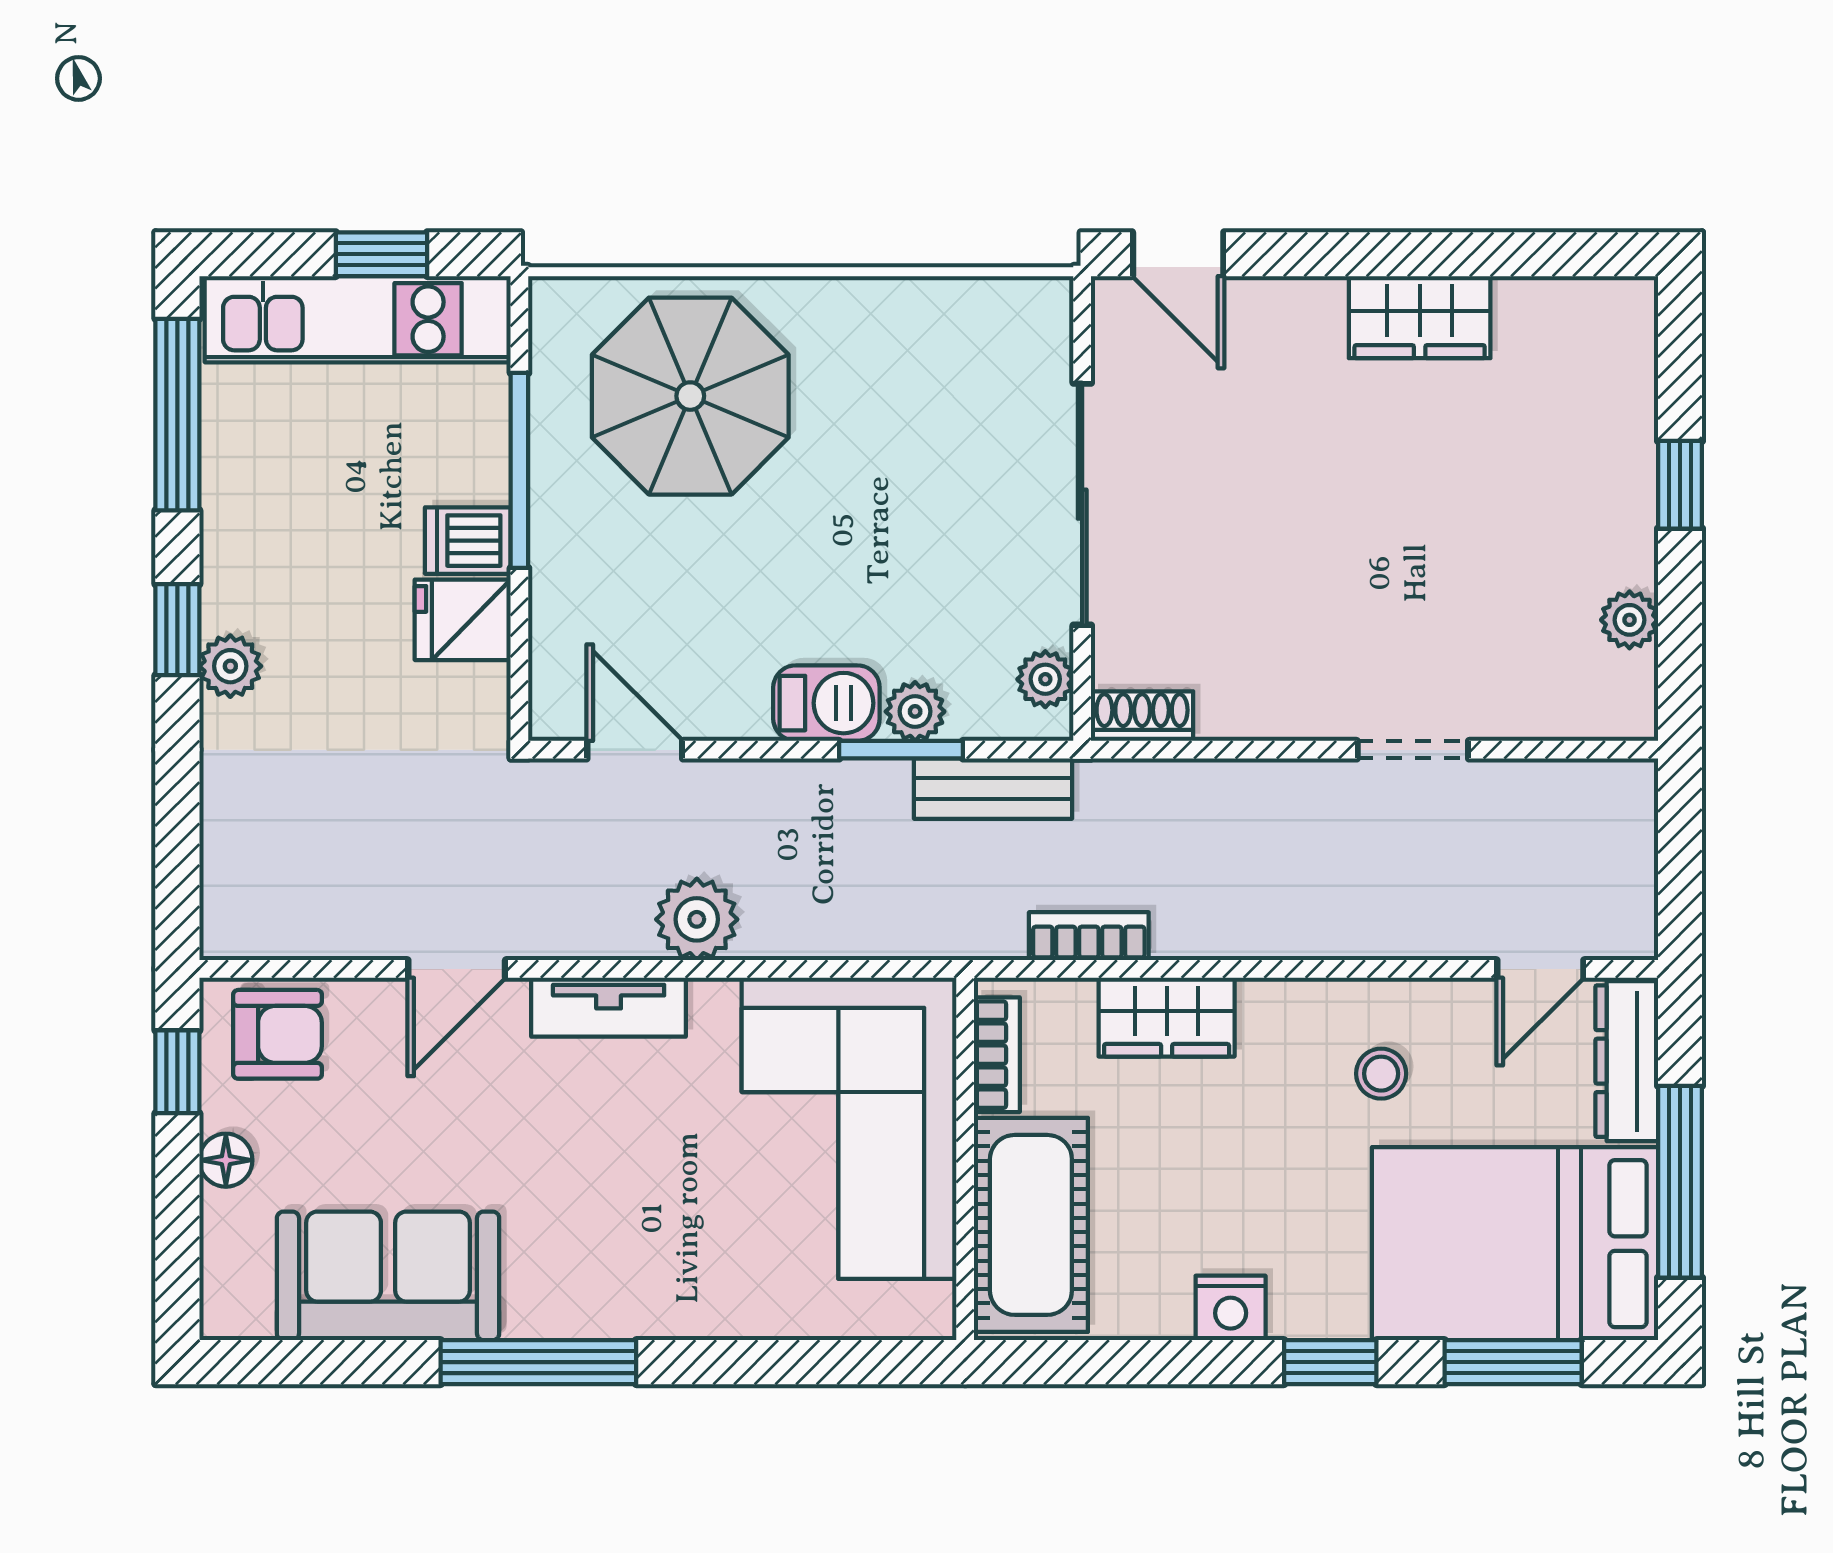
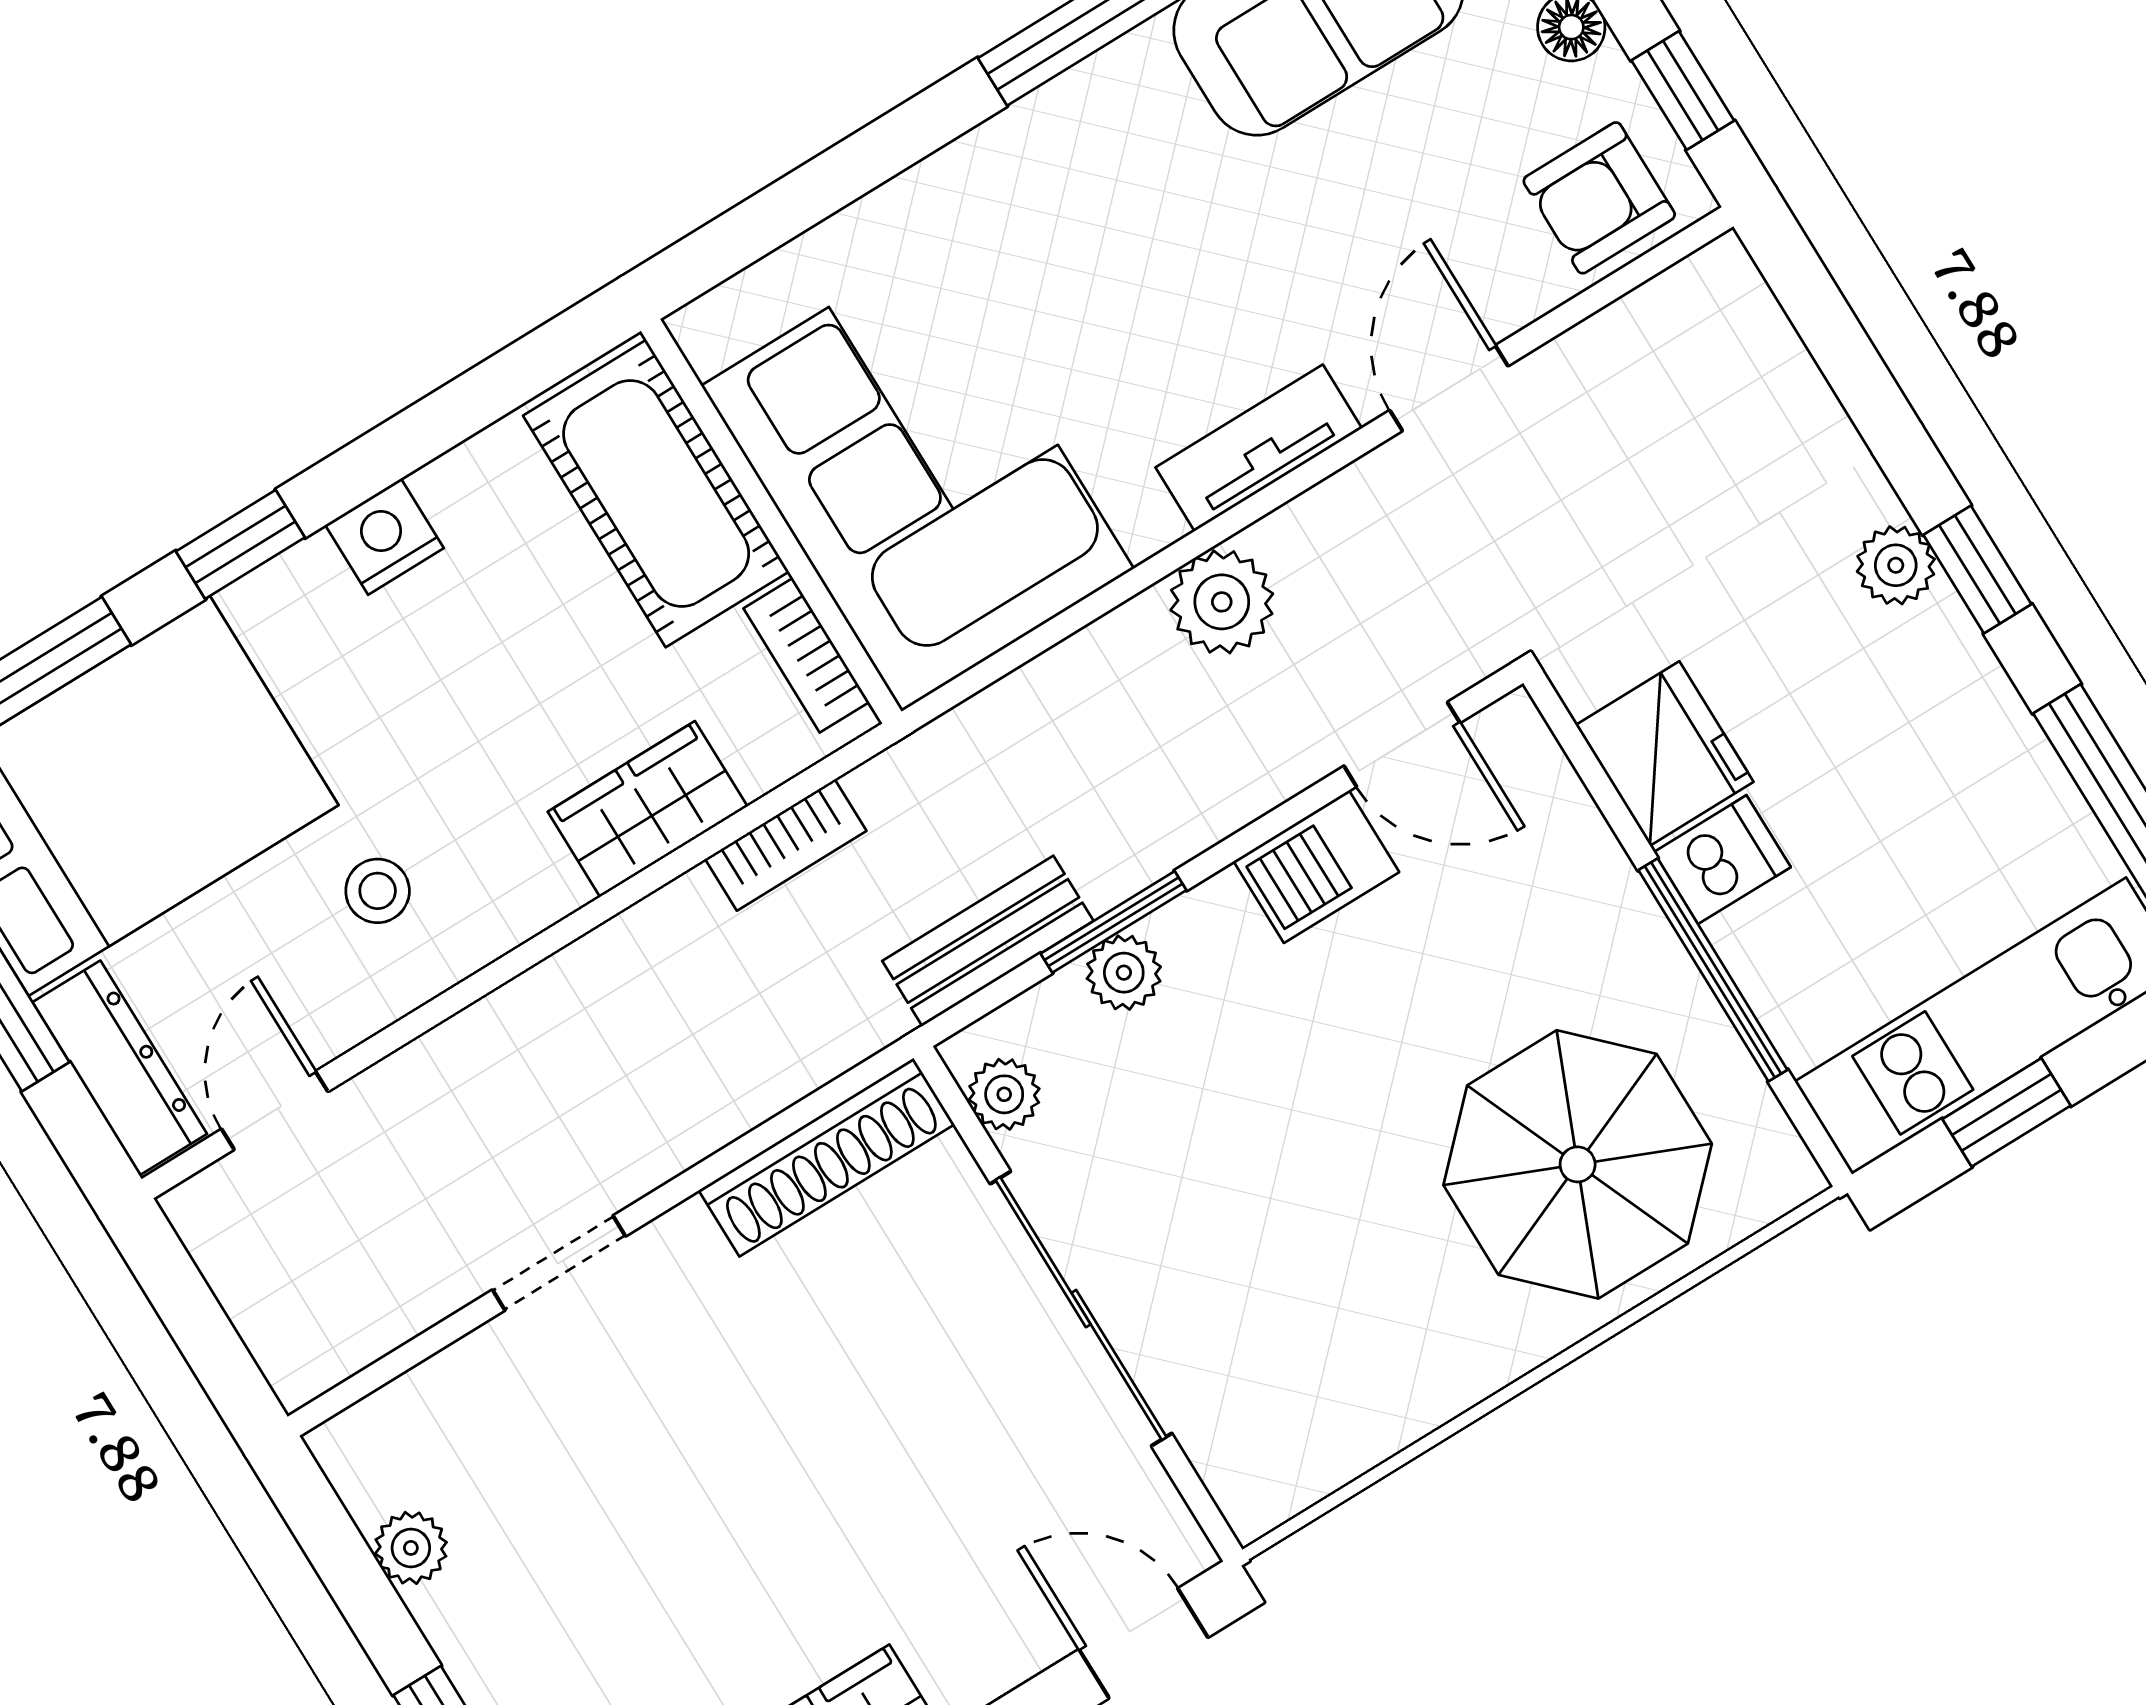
fridge: (463, 620) -> (1665, 754), width x1.38
barbecue: (826, 703) -> (1316, 867), moved
shoe rack: (1142, 716) -> (827, 1157), width x1.94, depth x1.24

